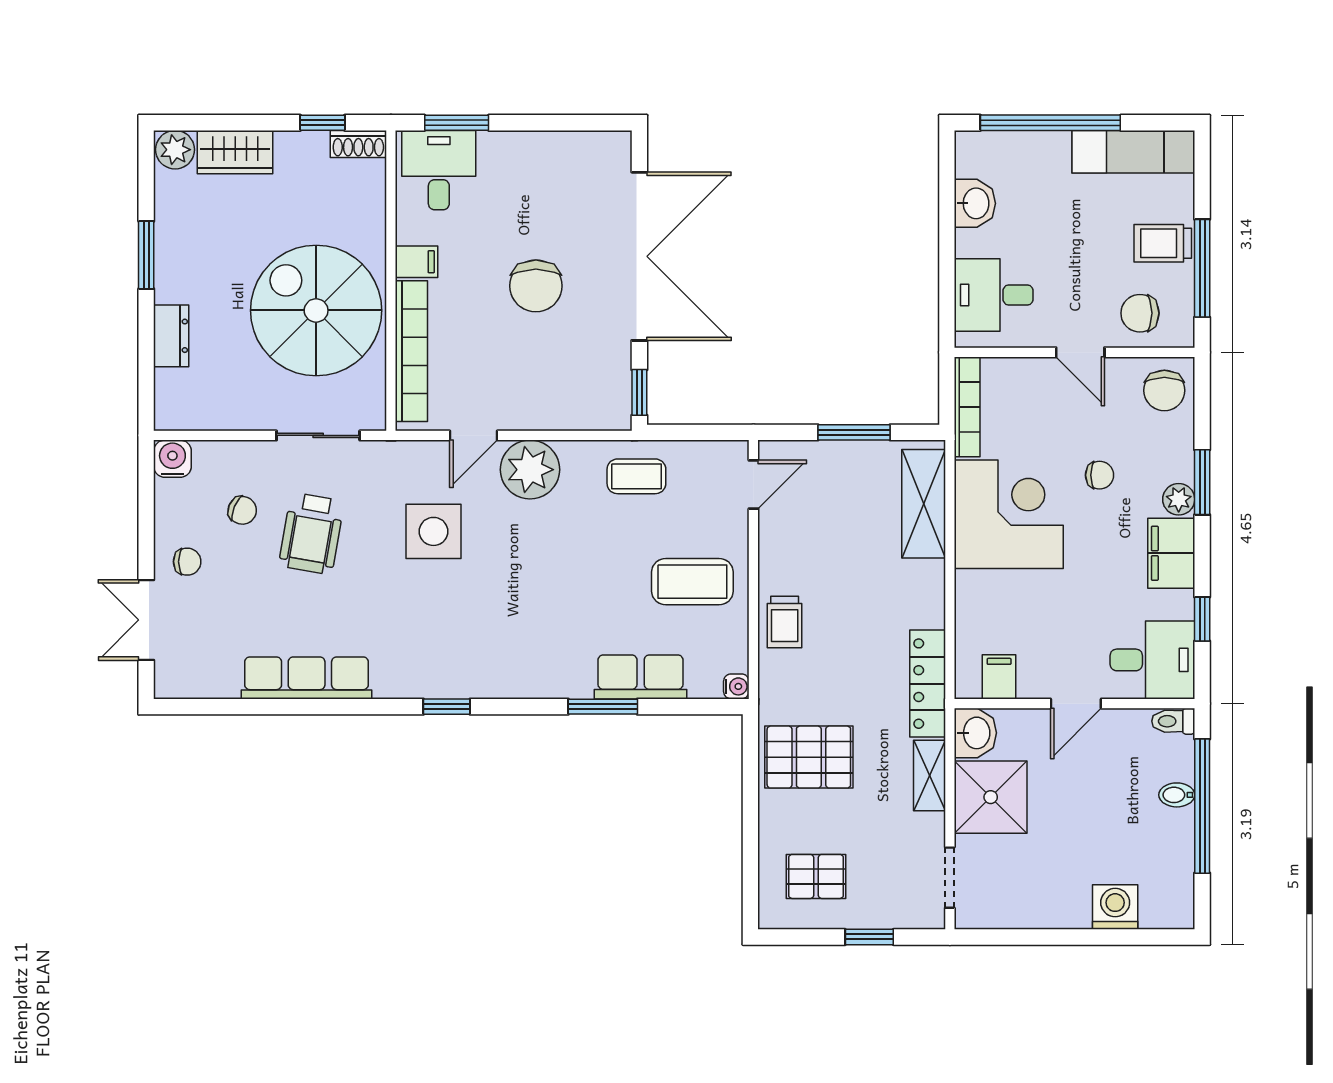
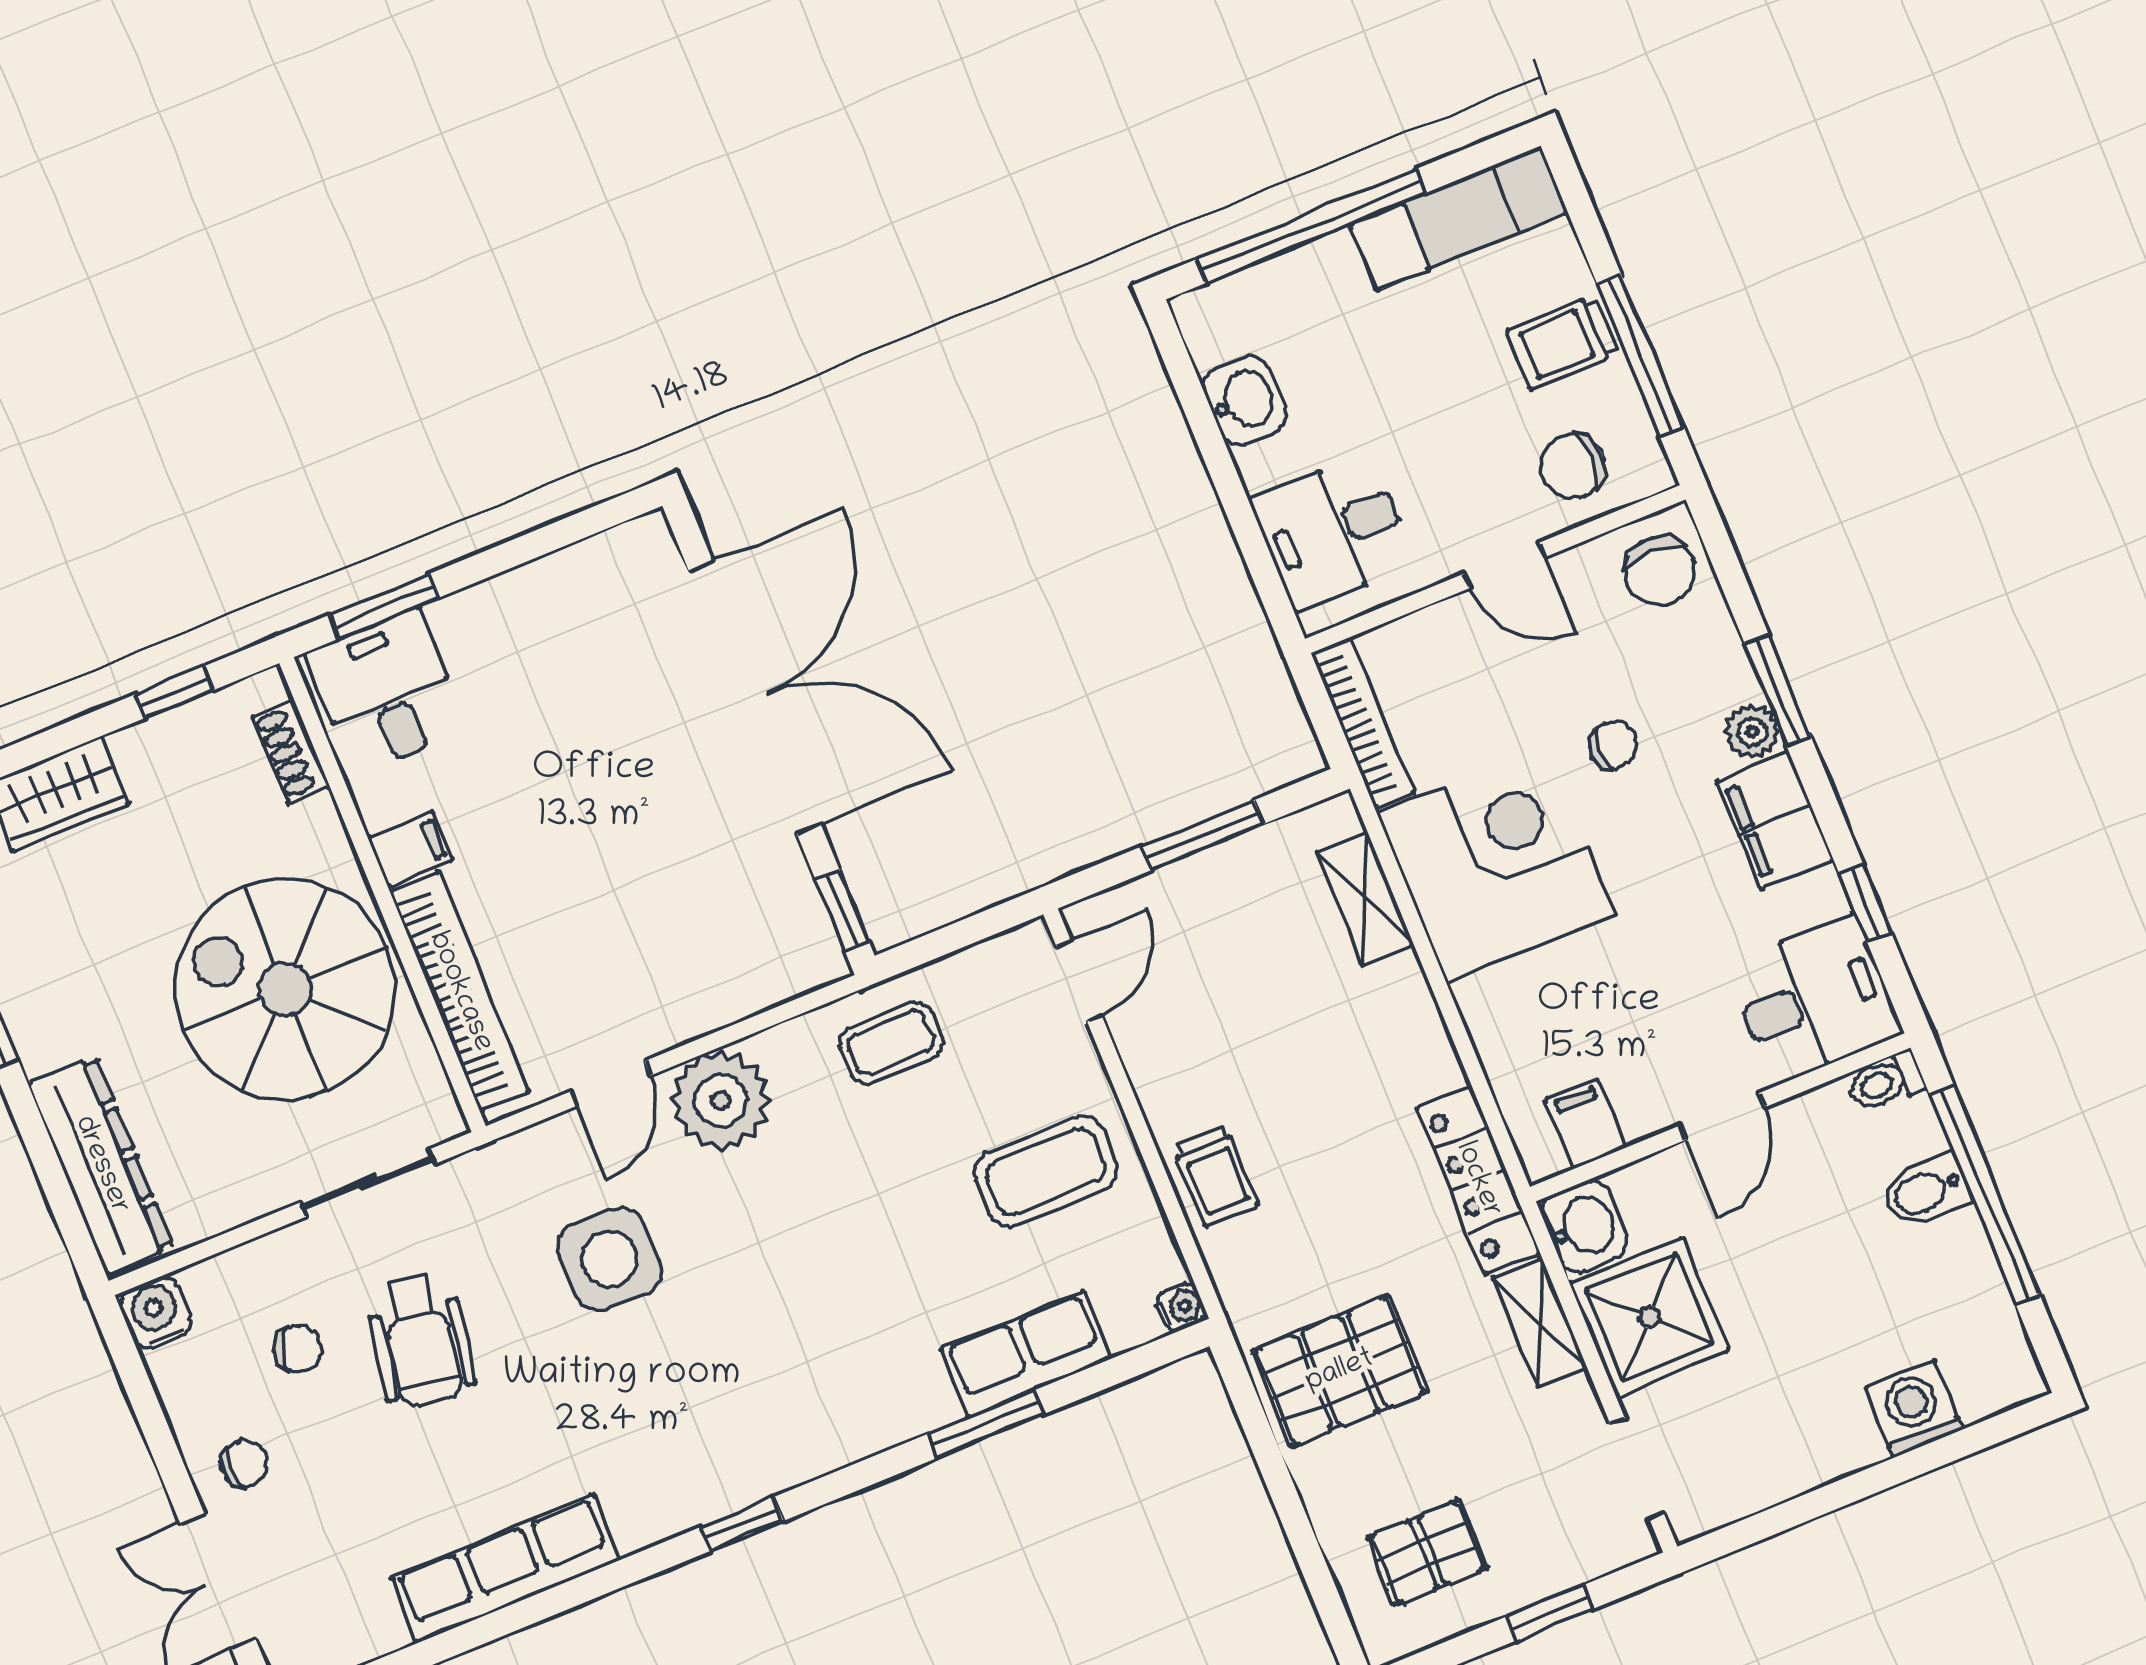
shoe rack: (358, 144) -> (291, 751), moved, turned 90
chair: (536, 286) -> (612, 810), removed
dresser: (171, 336) -> (101, 1165), width x1.96, depth x1.24
shelving: (924, 504) -> (1365, 899), width x0.67, depth x0.75
bidet: (1177, 795) -> (1925, 1191), width x1.38, depth x1.36

